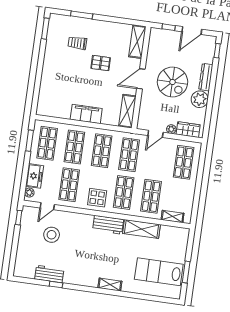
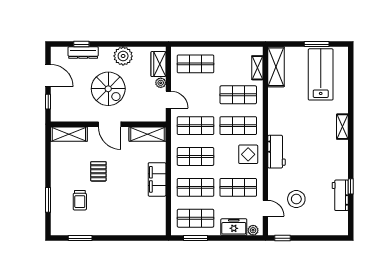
window: (45, 29) -> (80, 238), moved
window: (217, 51) -> (81, 44), moved
dresser: (206, 77) -> (83, 53), moved
spiral stairs: (172, 82) -> (108, 89), turned 90
workbench: (108, 225) -> (276, 152), moved
shelving: (141, 229) -> (276, 67), moved
lab bench: (159, 272) -> (321, 74), turned 180

